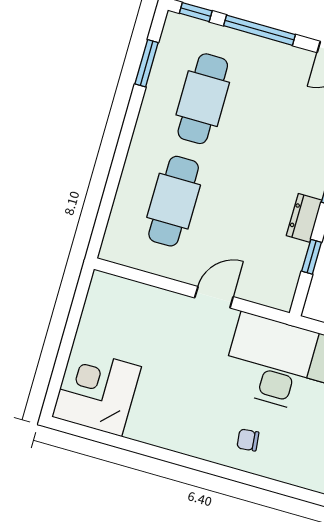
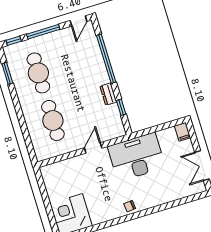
chair: (248, 440) -> (130, 206), moved

